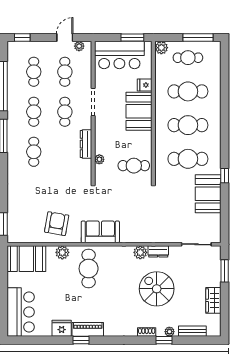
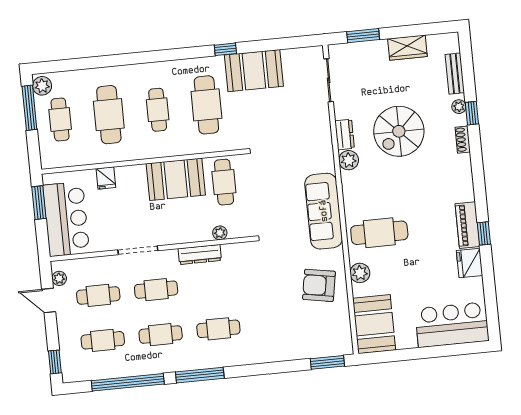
plant: (161, 48) -> (42, 86), moved
booth: (139, 111) -> (176, 179), moved
cafe table: (188, 125) -> (158, 110), width x0.73, depth x0.74
sofa: (100, 232) -> (324, 211), width x1.36

